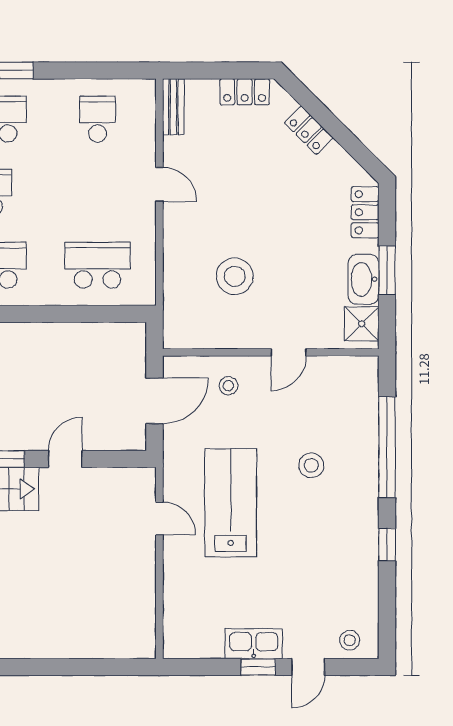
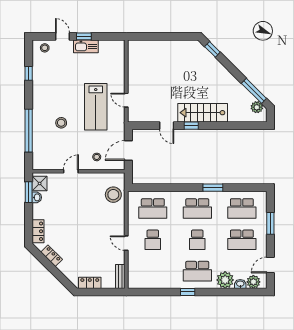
school desk: (98, 119) -> (153, 240), moved
locker: (309, 130) -> (52, 256), moved
window: (387, 270) -> (29, 192), moved
stool: (235, 276) -> (113, 195), moved
washbasin: (363, 279) -> (37, 197), width x0.52, depth x0.69
door: (65, 459) -> (167, 126), hinge flipped
window: (387, 545) -> (29, 73), moved
door: (308, 667) -> (63, 36), hinge flipped

